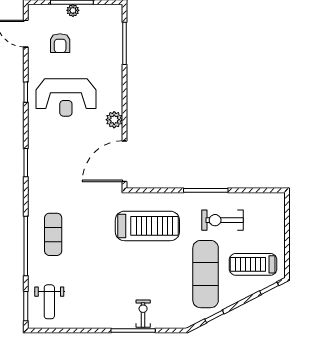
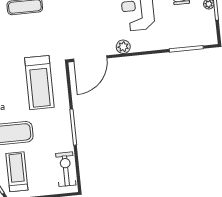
door: (125, 161) -> (90, 59), swing flipped
exercise bike: (223, 220) -> (66, 169), moved

